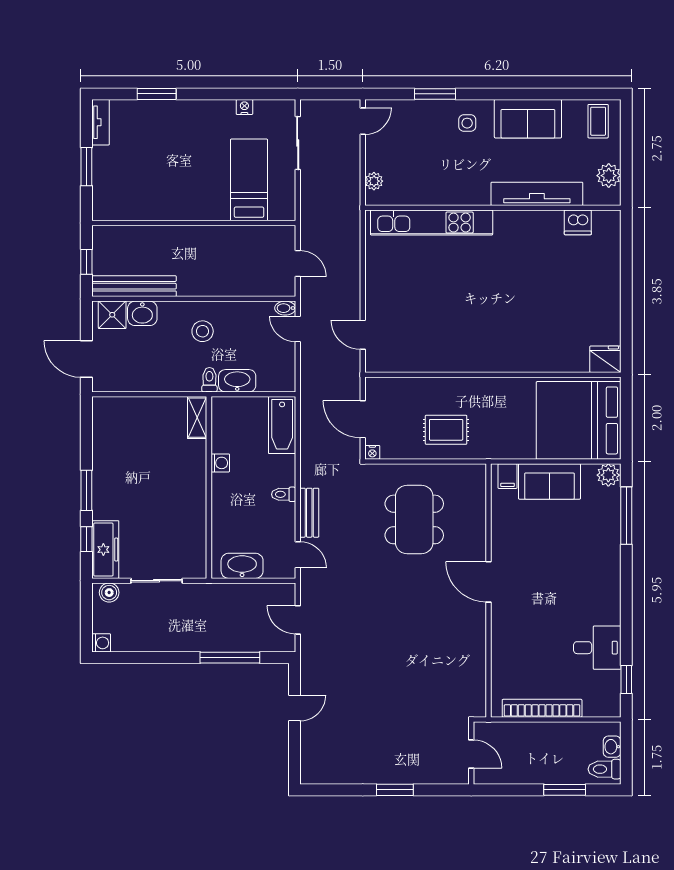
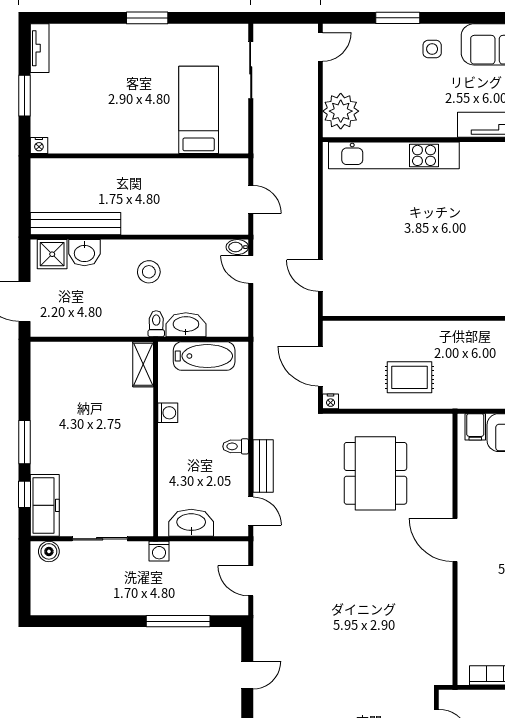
window: (157, 94) -> (147, 18), moved
nightstand: (244, 107) -> (39, 145), moved, turned 180
plant: (374, 181) -> (341, 111), width x1.87, depth x1.87
window: (86, 262) -> (24, 197), removed
bathtub: (282, 425) -> (204, 356), moved, turned -90
washing machine: (101, 643) -> (159, 551), moved, turned 90

